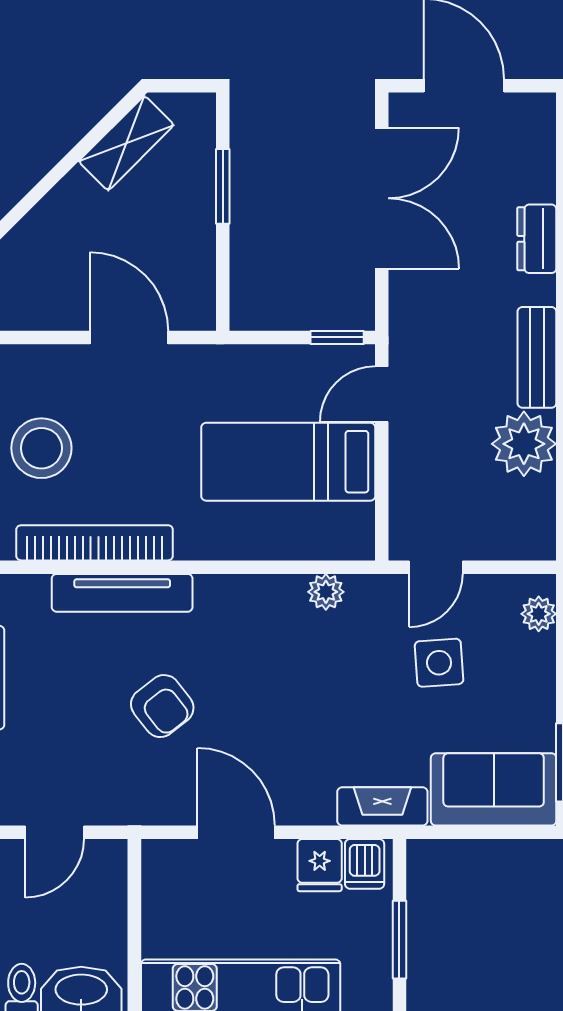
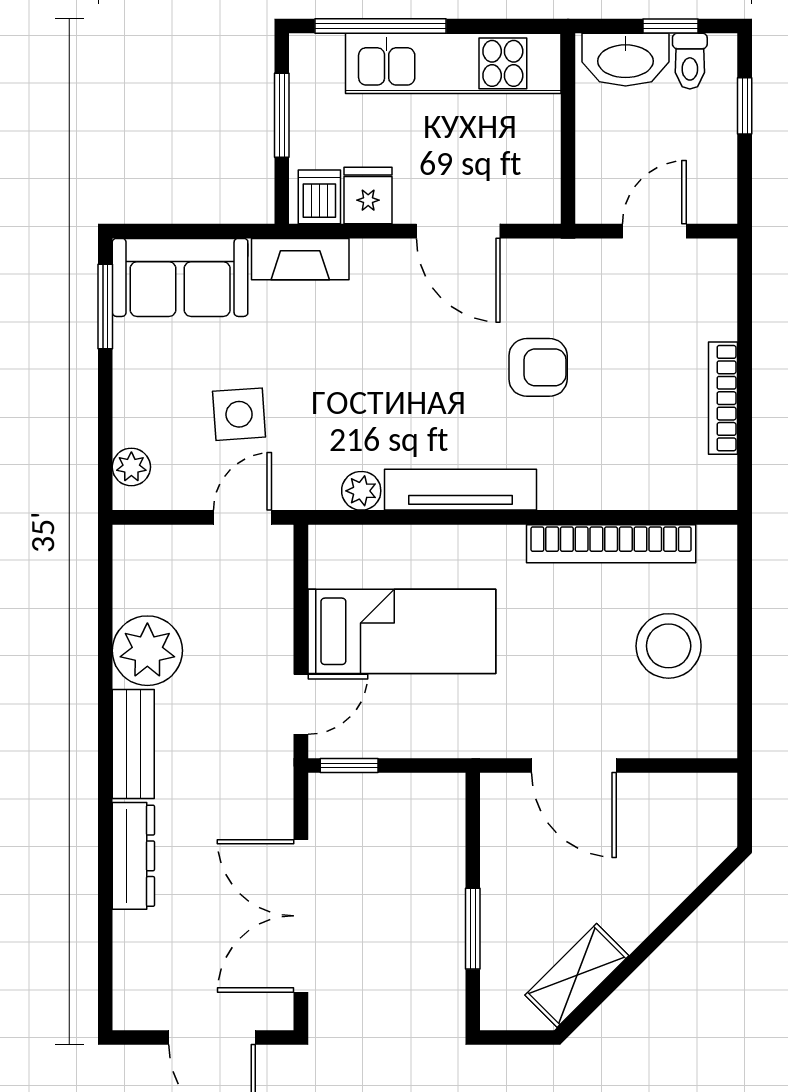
dresser: (537, 239) -> (133, 856), width x1.44
tv unit: (122, 593) -> (460, 490), moved
armchair: (162, 706) -> (538, 367), turned 128

